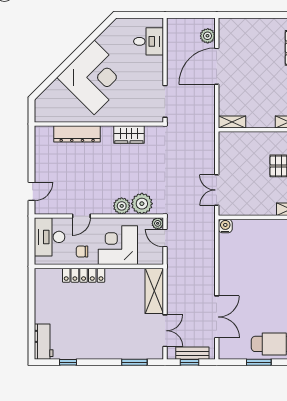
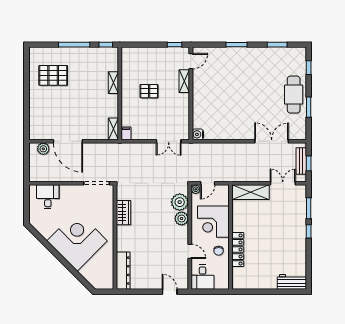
dresser: (77, 134) -> (123, 271), moved
filing cabinet: (227, 138) -> (126, 133), added
desk: (50, 237) -> (202, 277), width x0.73
window: (68, 362) -> (309, 231), moved

